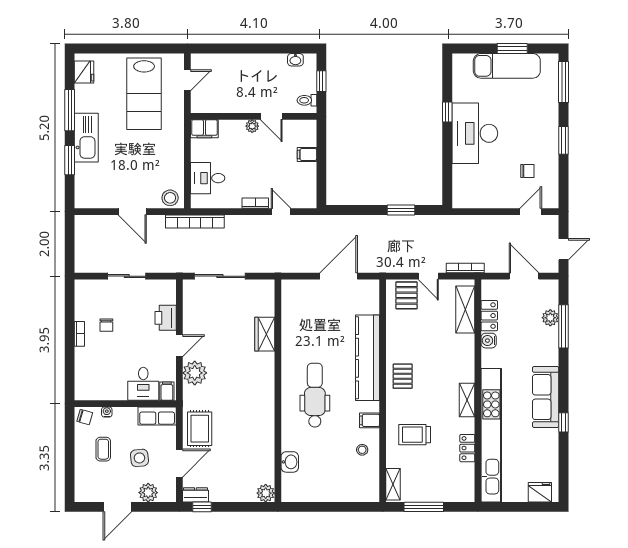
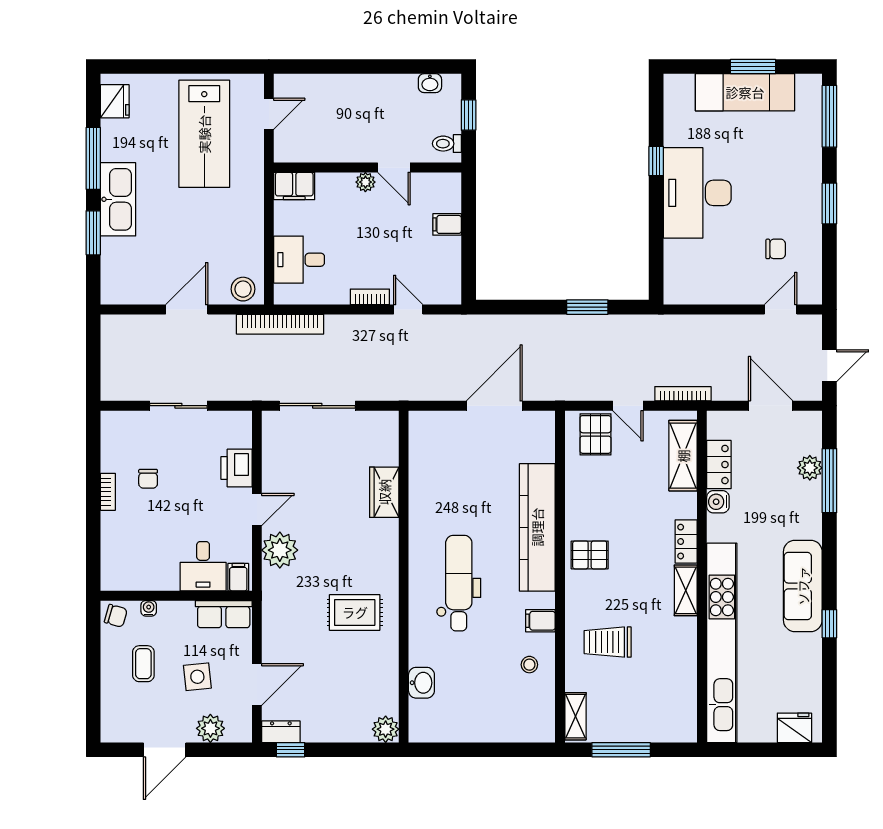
door: (132, 212) -> (187, 309), swing flipped
pallet: (403, 376) -> (590, 555), turned 90
rug: (200, 429) -> (355, 612), moved, turned 90
locker: (467, 448) -> (686, 542), moved

